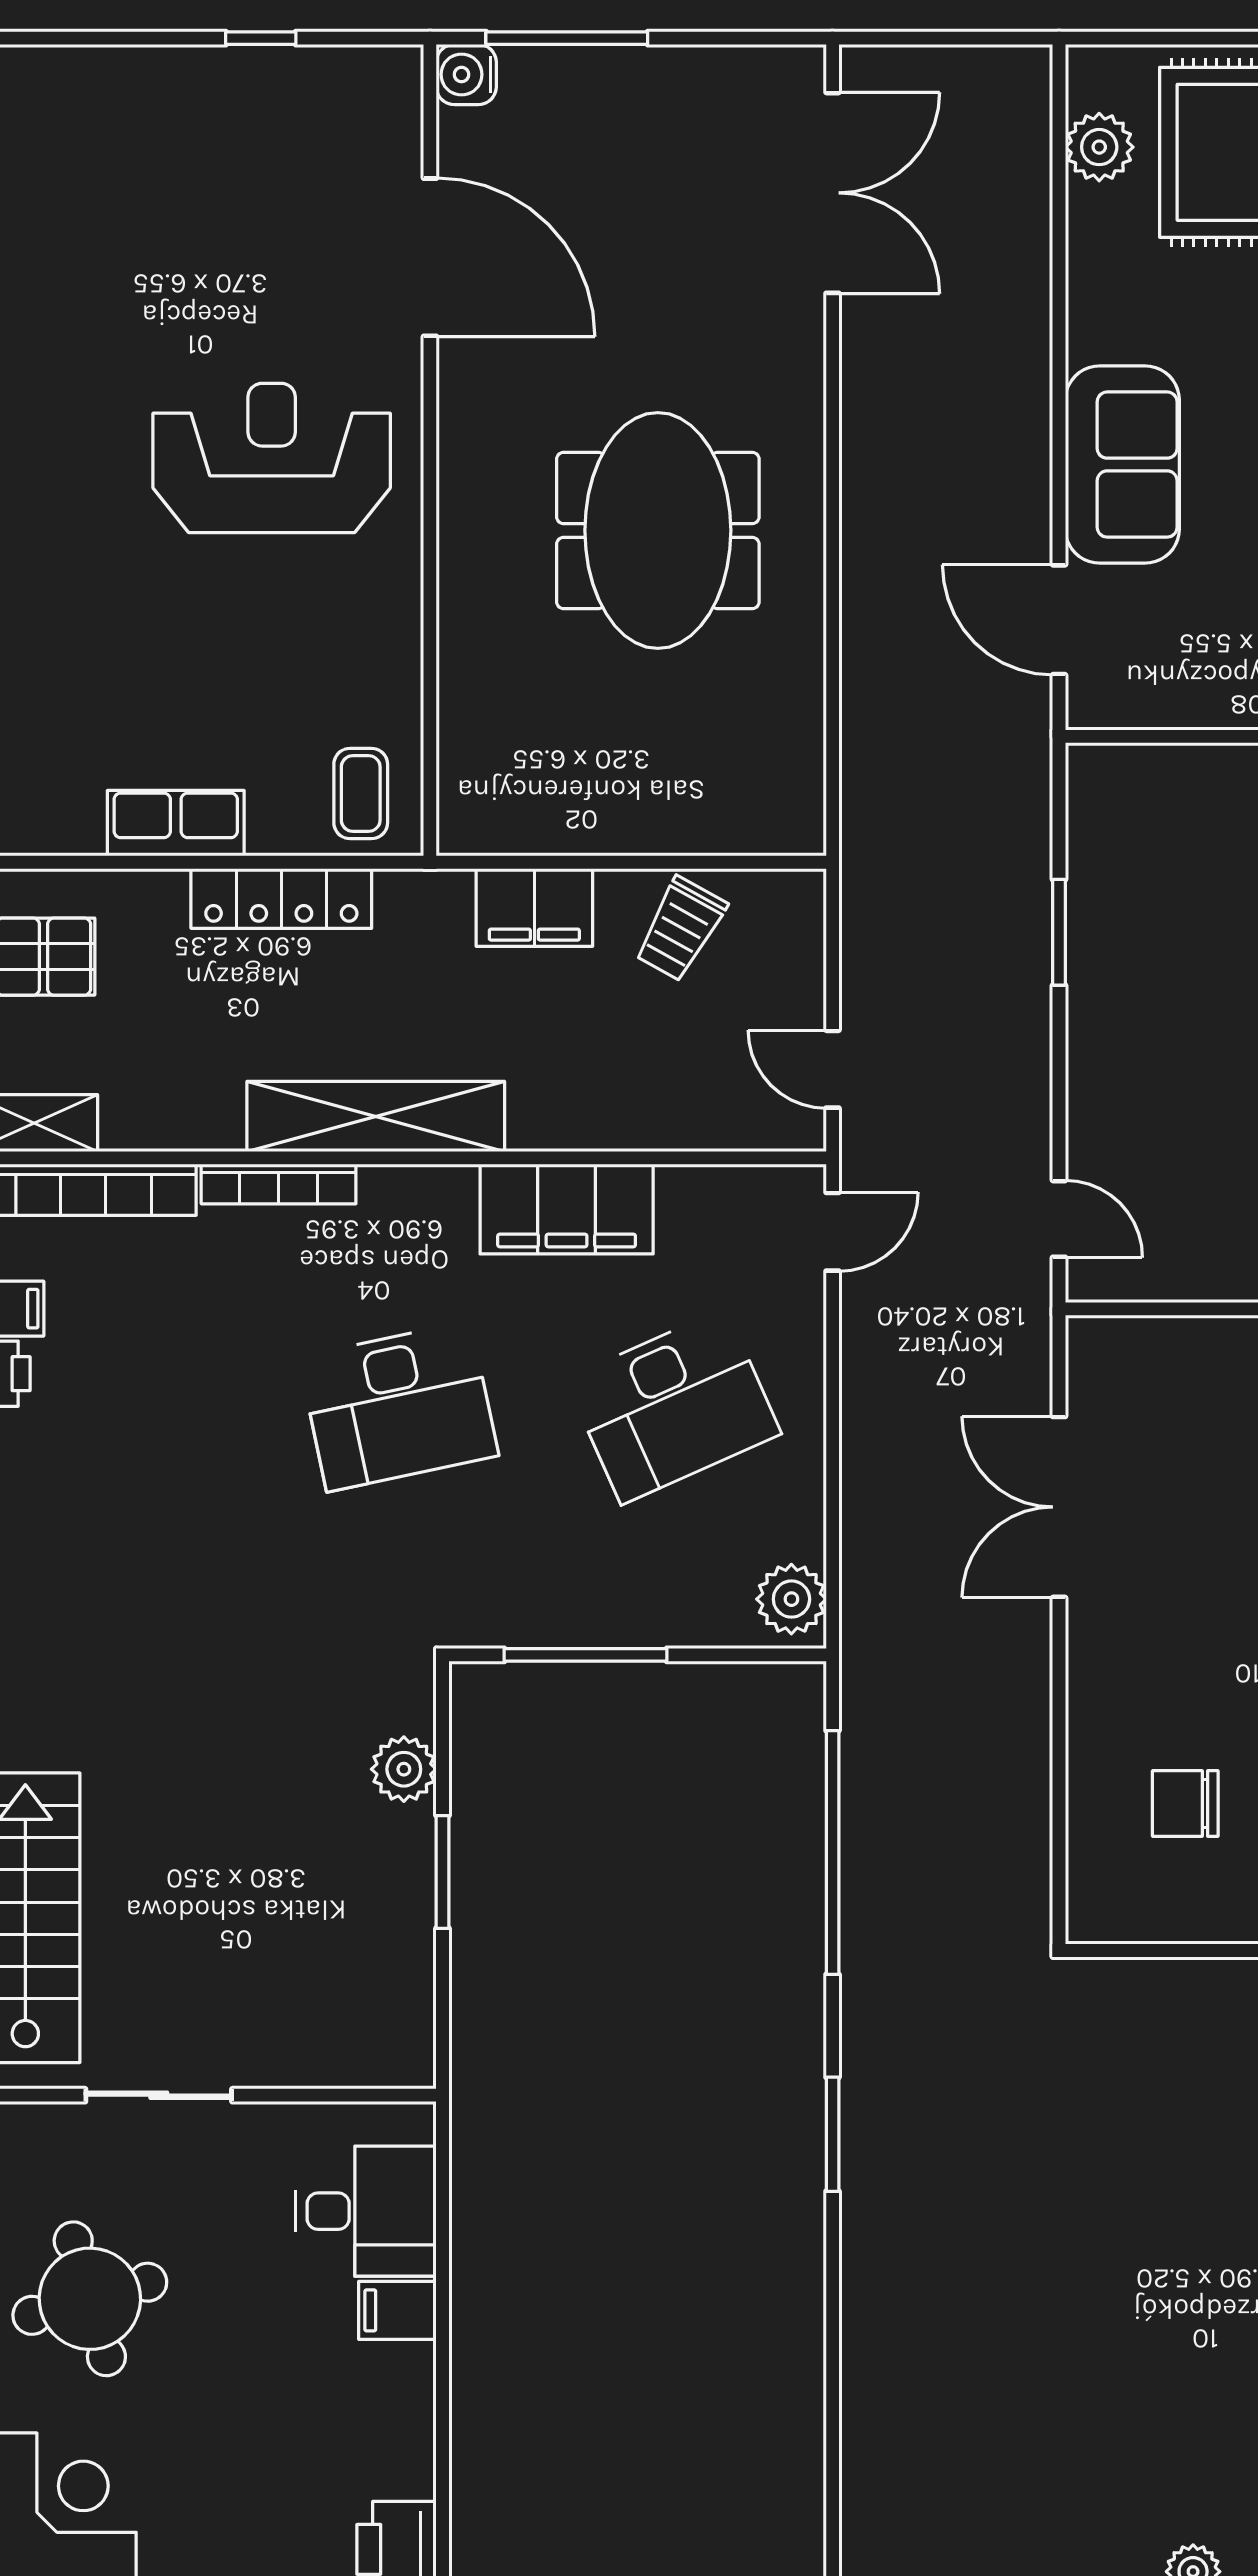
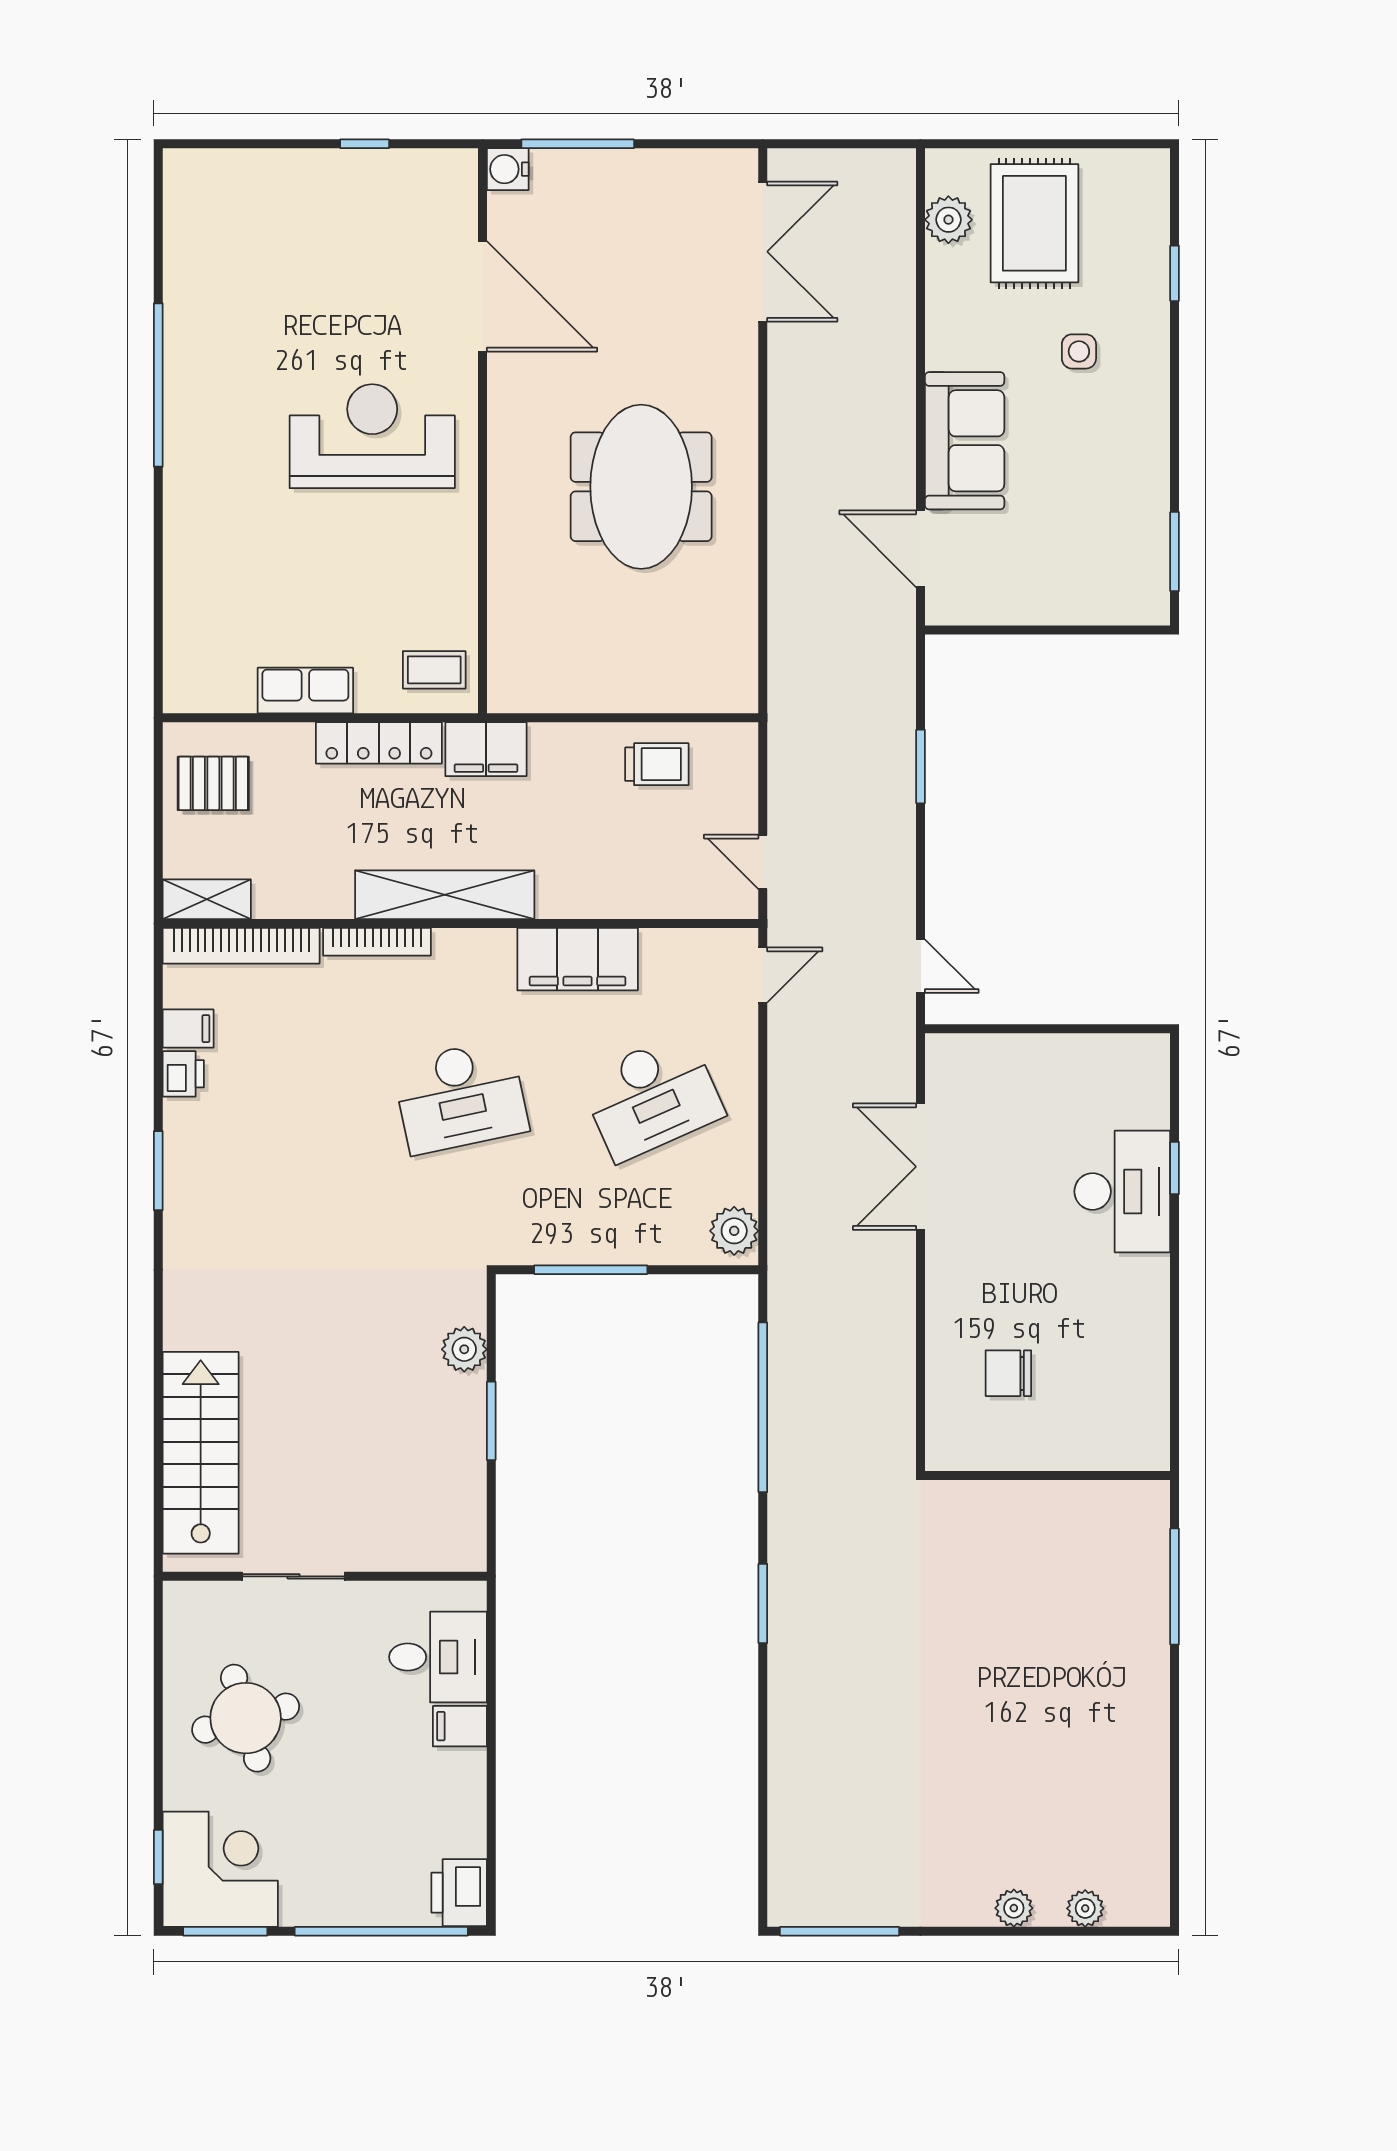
coffee table: (361, 794) -> (434, 670), turned 90
filing cabinet: (534, 907) -> (486, 749), moved
trolley: (680, 929) -> (657, 764), turned -119

